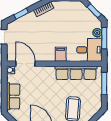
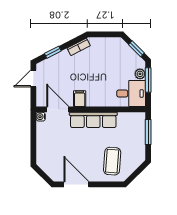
filing cabinet: (61, 54) -> (80, 99), moved
row of seats: (76, 73) -> (93, 120), moved
row of seats: (13, 96) -> (44, 147), removed

